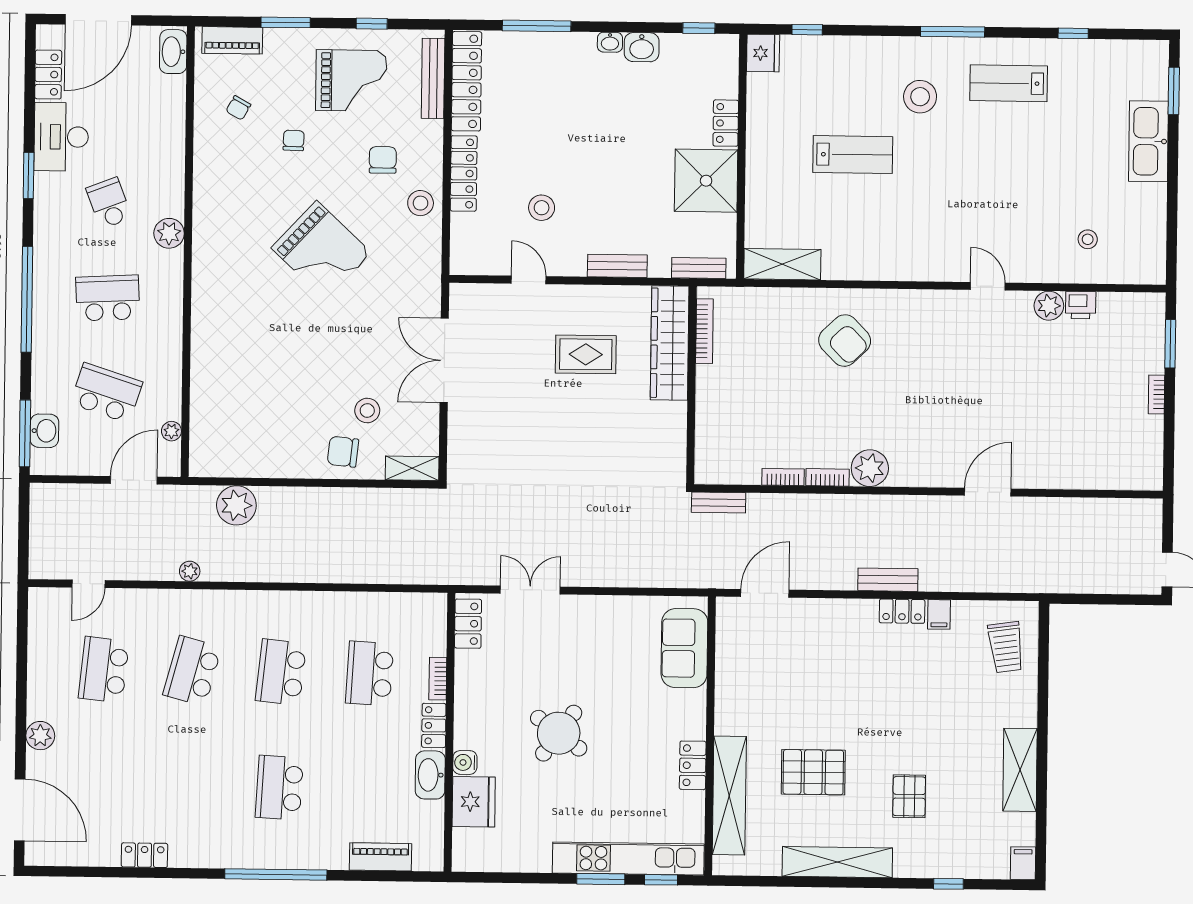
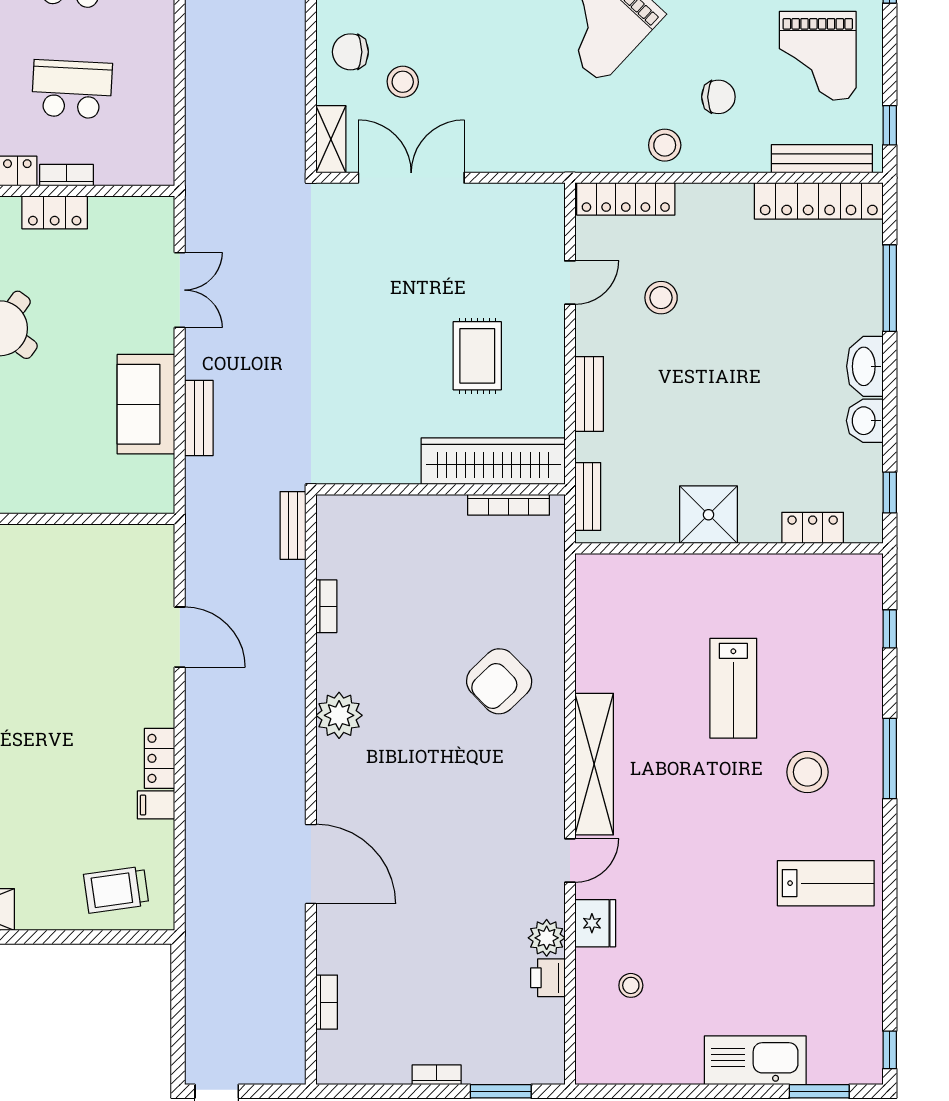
window: (372, 24) -> (890, 125), moved
window: (953, 32) -> (890, 758), moved
window: (1073, 33) -> (890, 1050), moved
washbasin: (610, 42) -> (865, 366), width x1.91, depth x1.45
fridge: (763, 53) -> (595, 923), moved, turned -90
lab bench: (1009, 83) -> (826, 883), turned 90
locker: (726, 123) -> (813, 528), moved
locker: (464, 173) -> (626, 199), moved
shower: (706, 181) -> (708, 515), width x0.73, depth x0.73
shelving: (782, 264) -> (594, 764), moved, width x1.47
double door: (444, 360) -> (411, 178), moved
chair: (343, 452) -> (350, 52), turned -96
bookcase: (828, 477) -> (327, 1002), moved
door: (988, 492) -> (311, 864), width x1.36
bench: (888, 580) -> (199, 418), moved
door: (765, 593) -> (180, 637), moved
locker: (468, 624) -> (55, 212), moved
sofa: (684, 648) -> (146, 404), moved, turned -90

